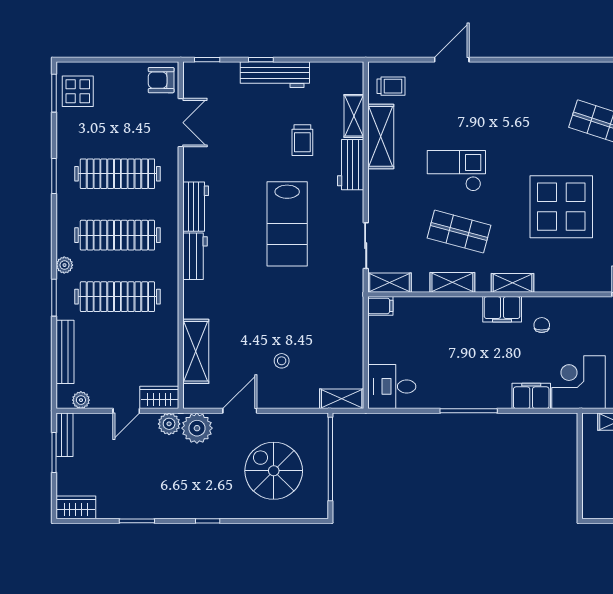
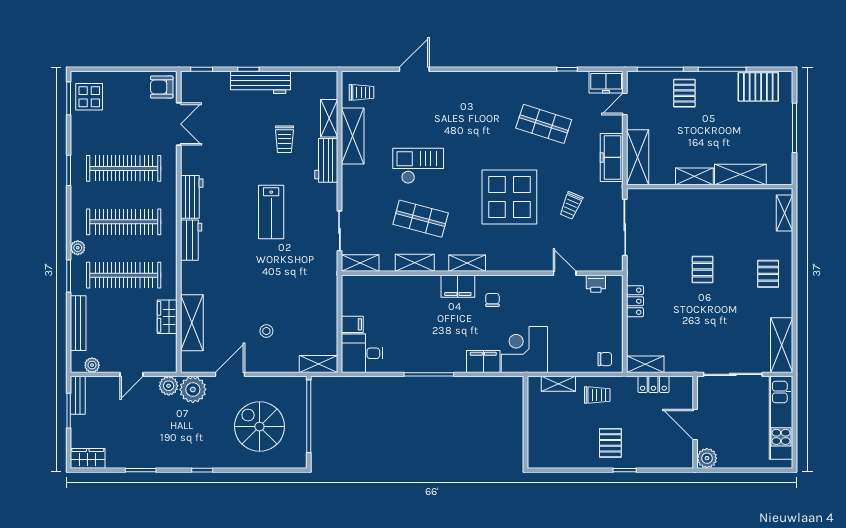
lab bench: (287, 224) -> (271, 212), width x0.73, depth x0.72
filing cabinet: (380, 306) -> (352, 324), moved
wardrobe: (159, 397) -> (167, 317), moved, turned -90

